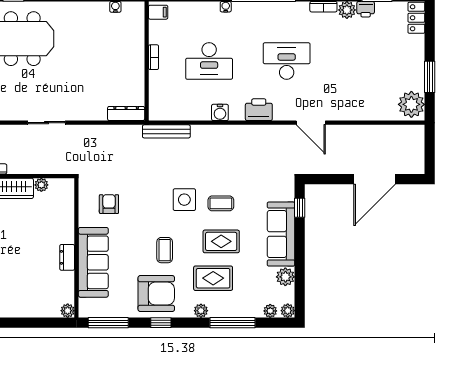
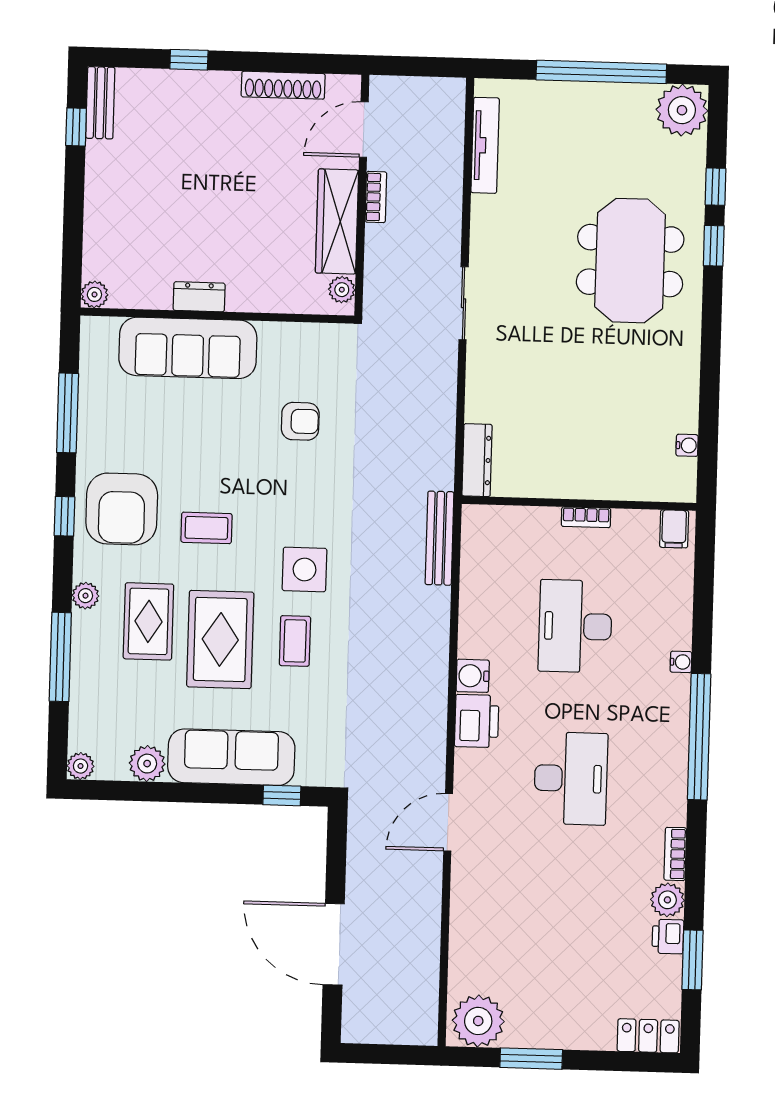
water cooler: (220, 112) -> (473, 676), moved
rug: (221, 241) -> (220, 639), width x1.36, depth x1.43
wall: (76, 248) -> (217, 316), moved
dresser: (67, 257) -> (199, 297), moved
sofa: (93, 262) -> (188, 348), moved
plant: (68, 311) -> (94, 294), moved
plant: (270, 311) -> (81, 732), removed

